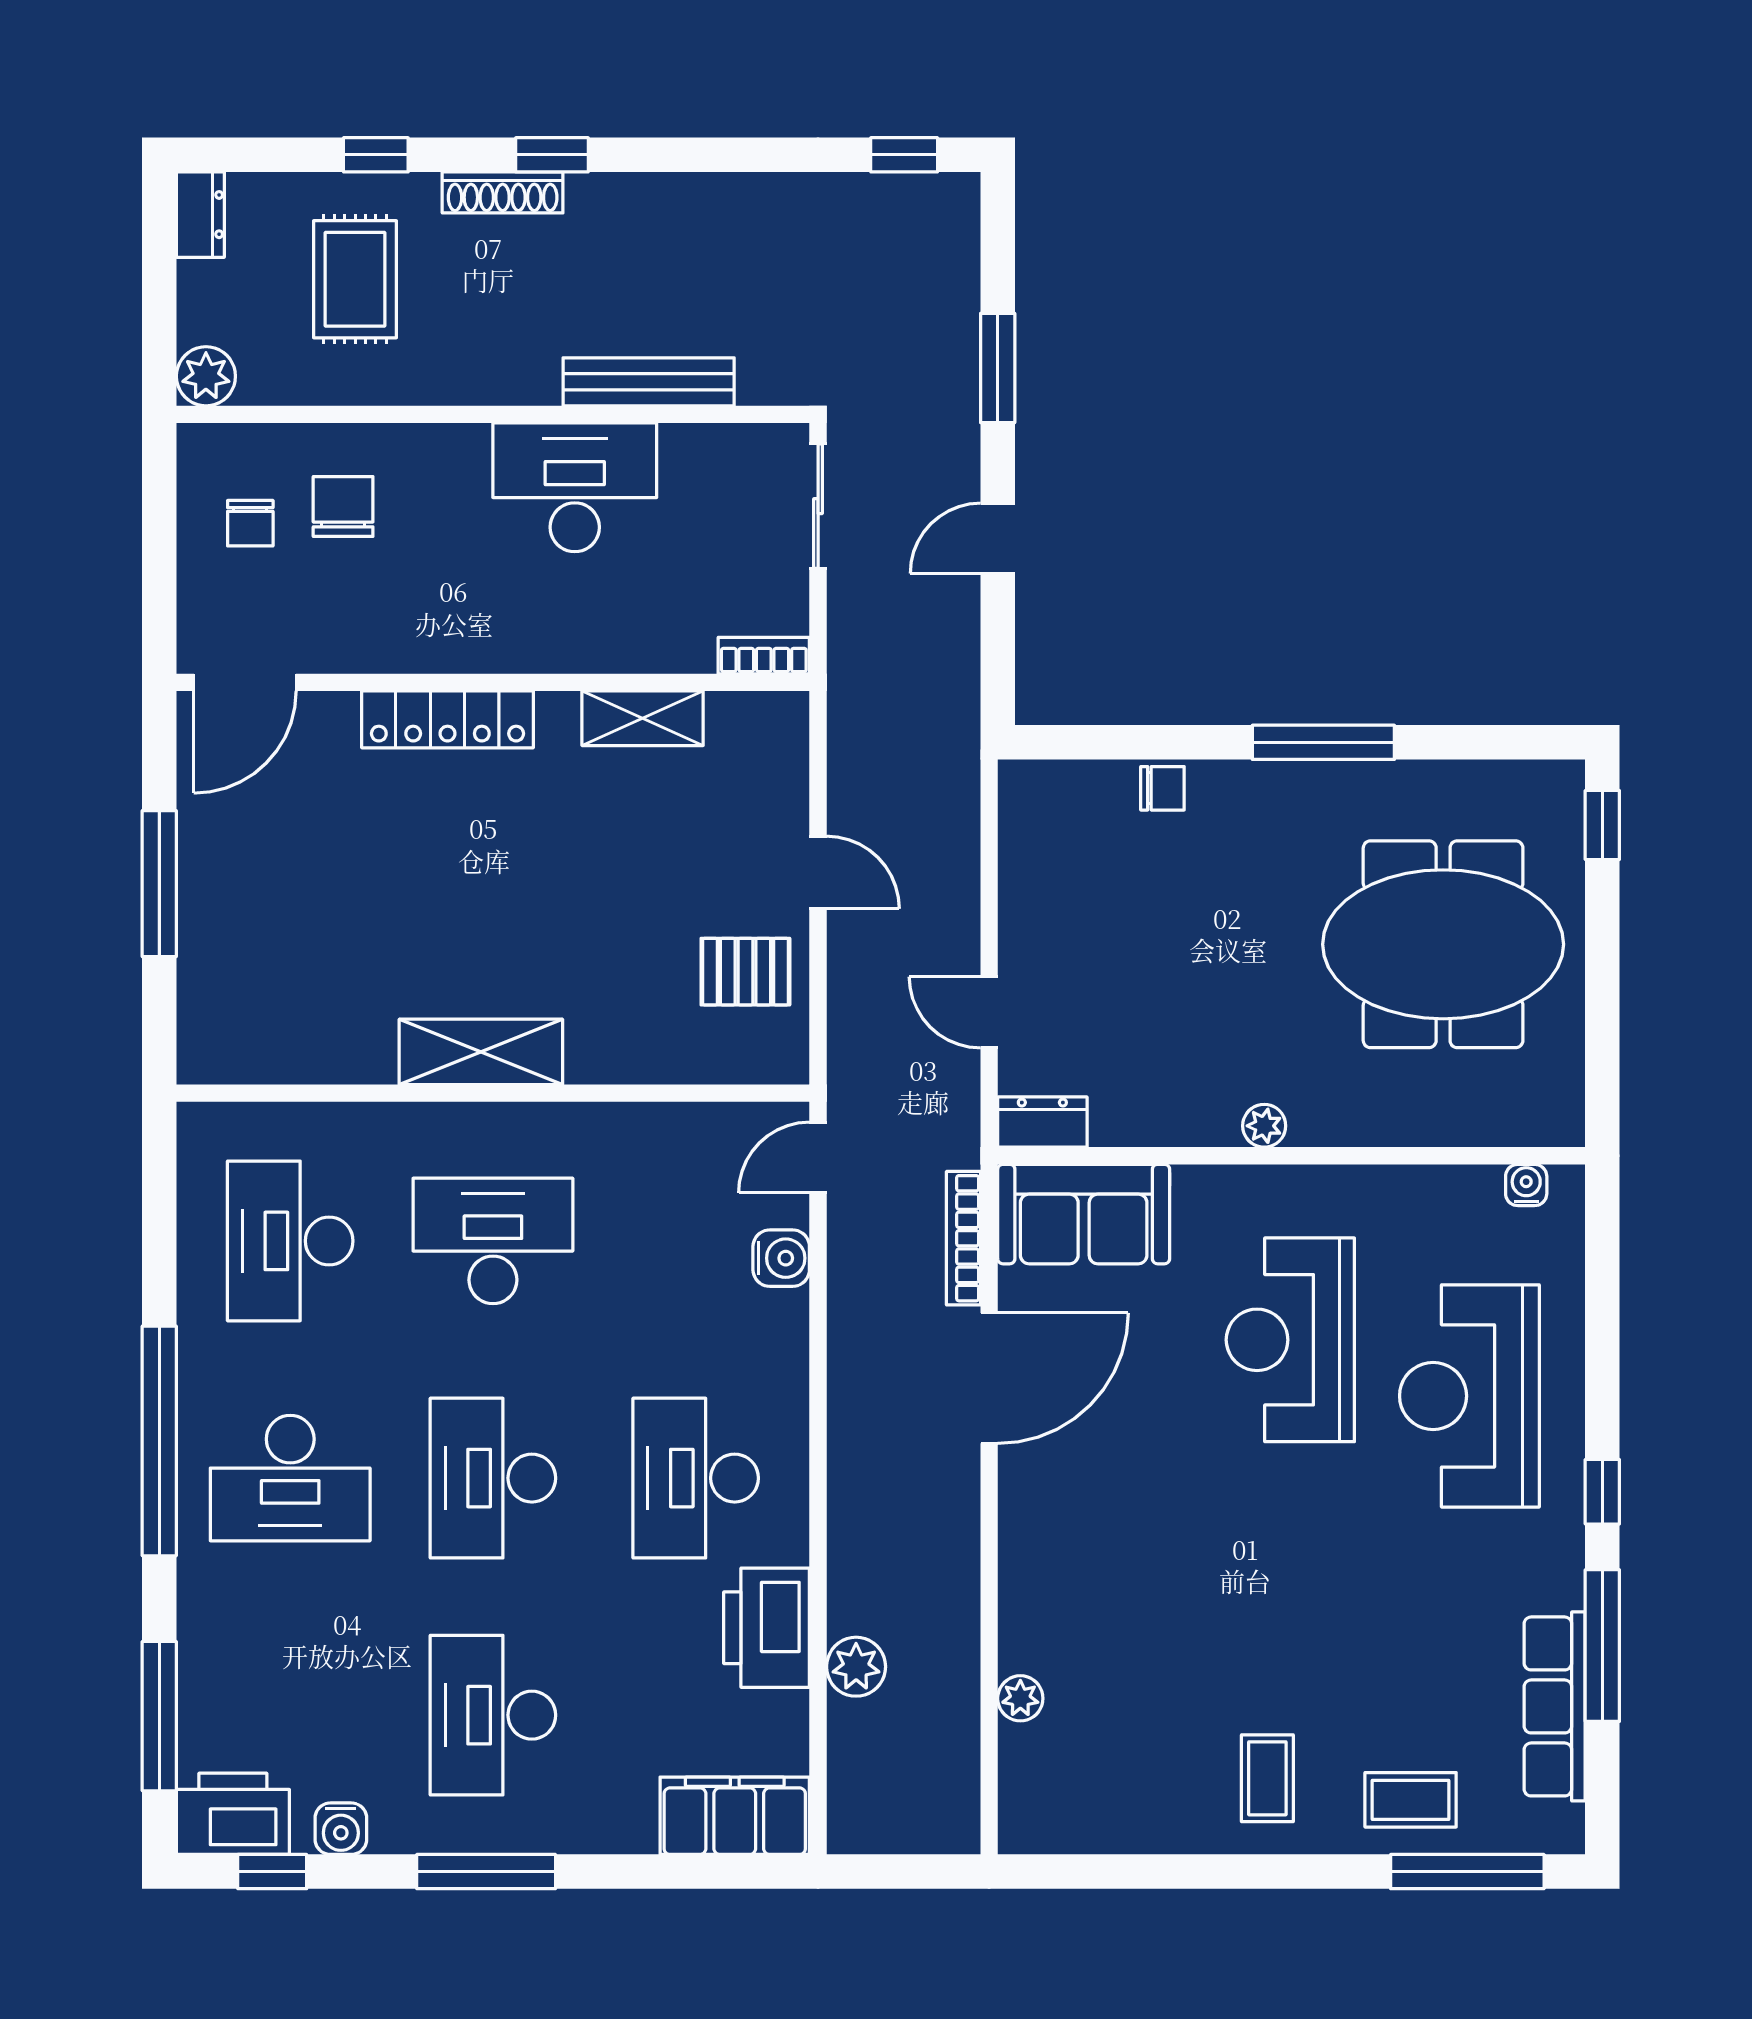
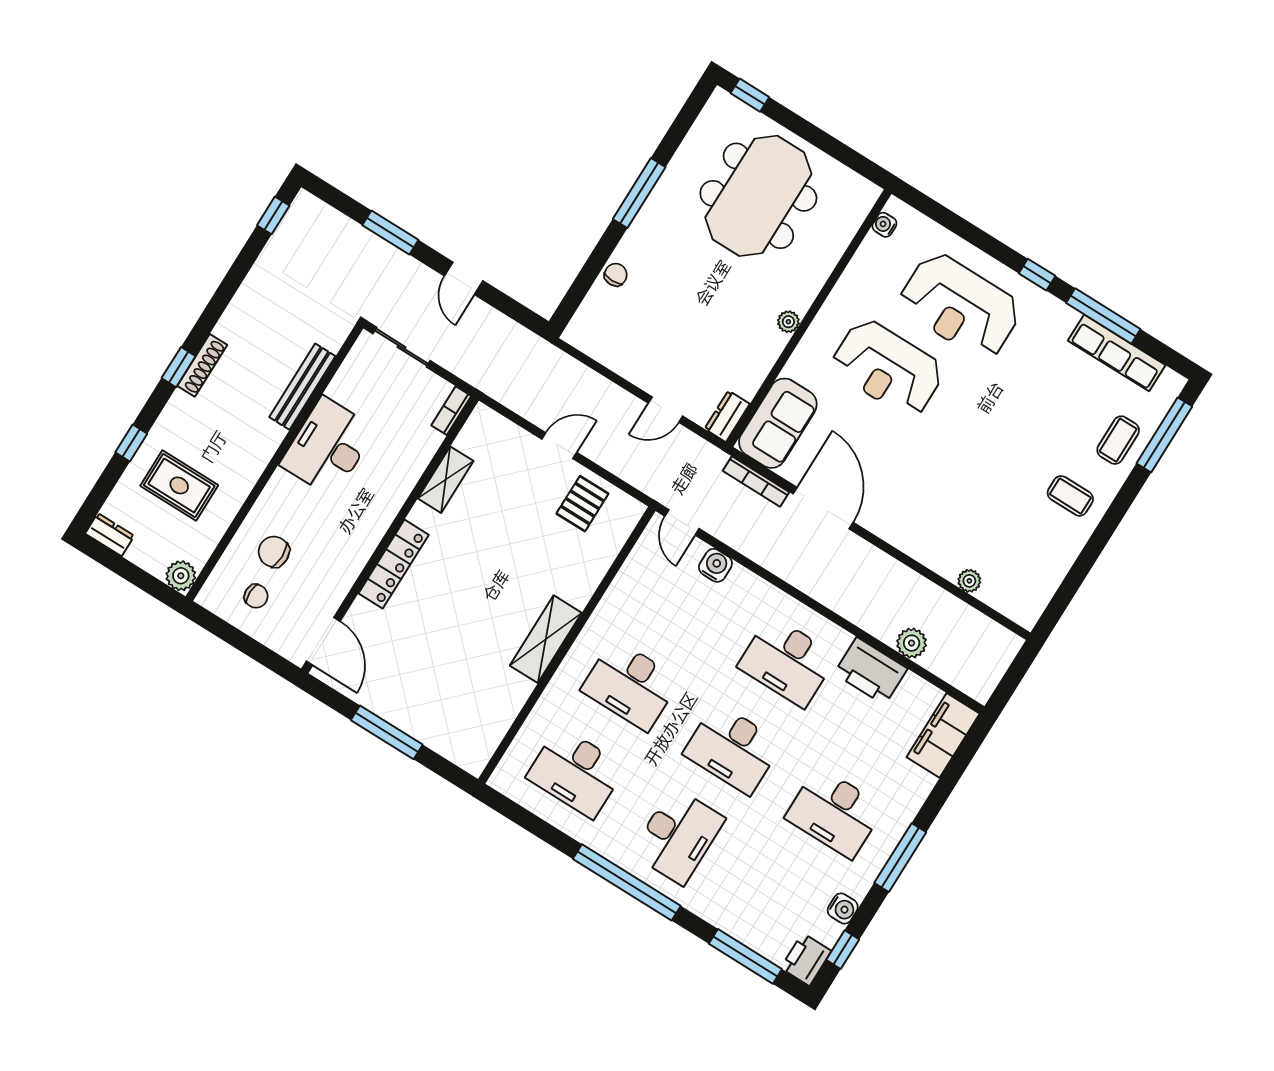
shoe rack: (503, 192) -> (202, 365), moved
desk: (493, 1241) -> (630, 685), turned -90
printer: (233, 1814) -> (806, 959), width x0.73, depth x0.84

